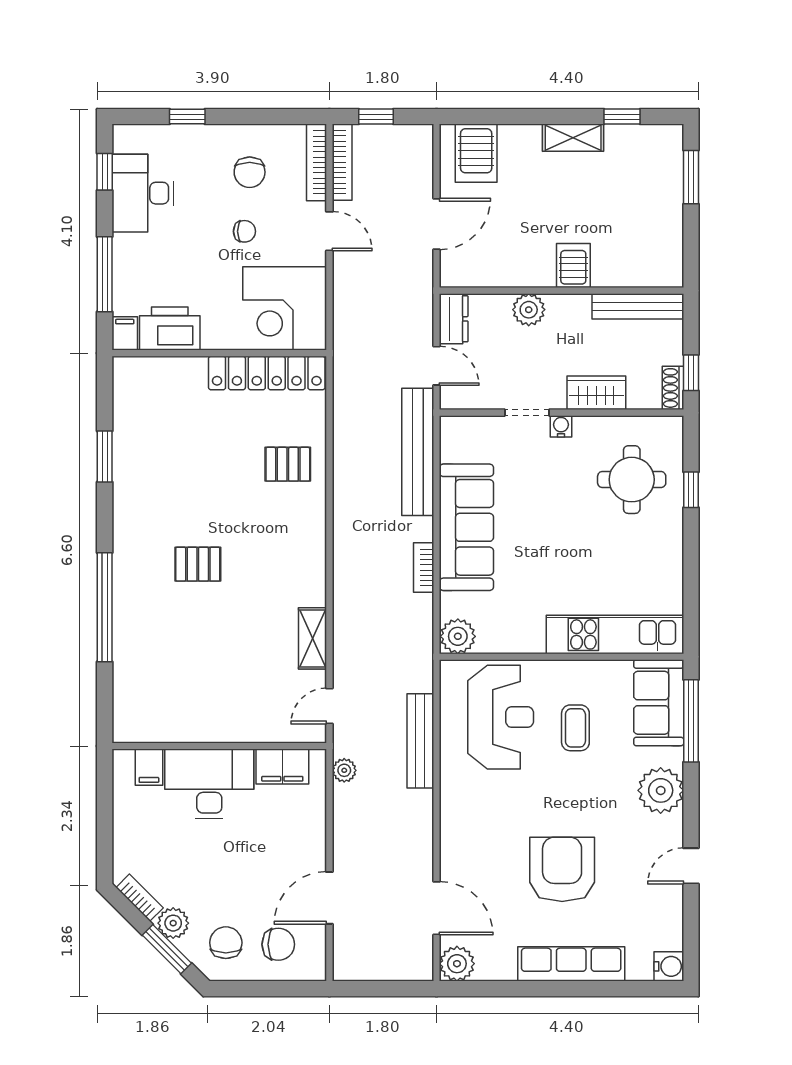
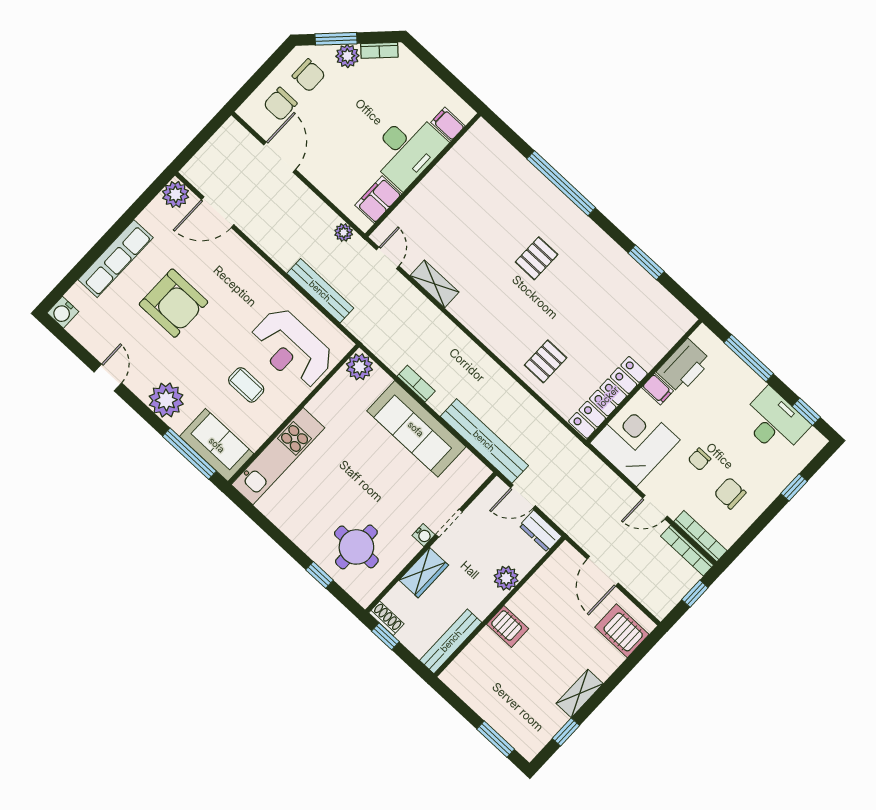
filing cabinet: (125, 333) -> (657, 389), moved

